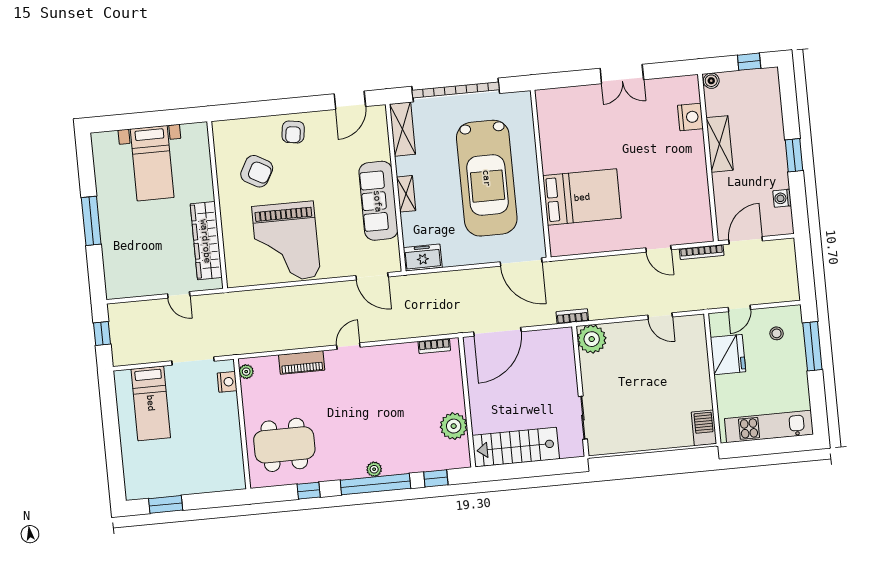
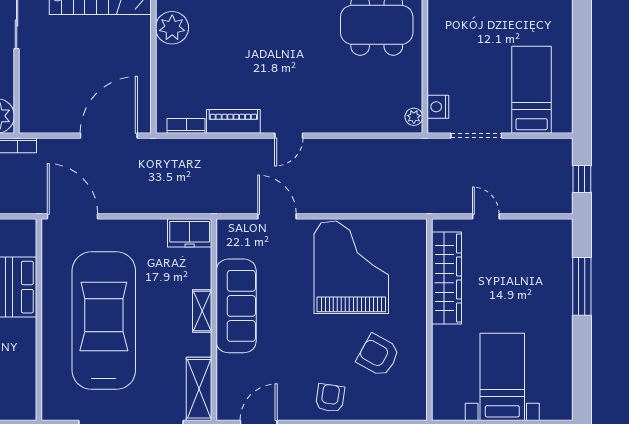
window: (91, 221) -> (582, 286), moved
door: (372, 276) -> (277, 216), moved
piano: (302, 362) -> (233, 121), moved

